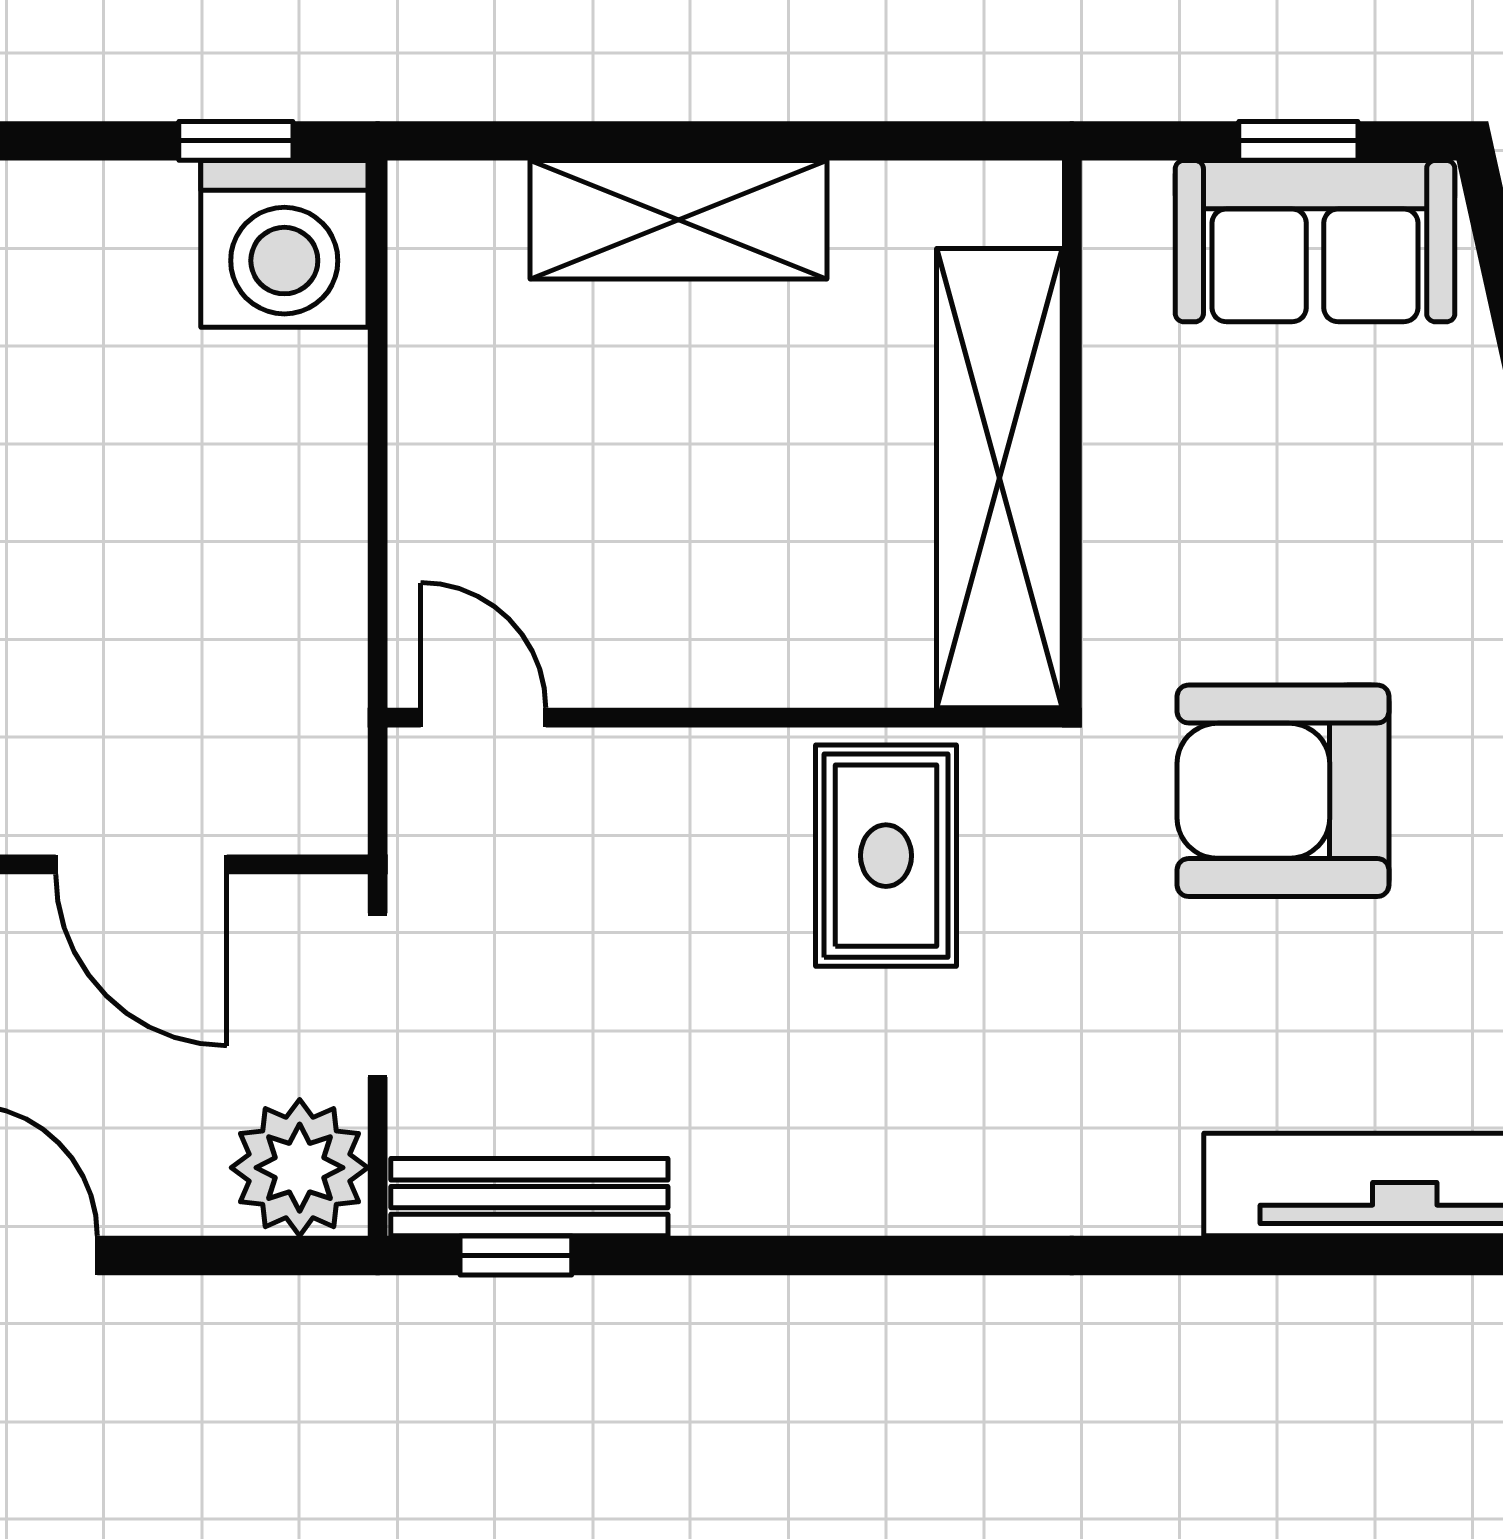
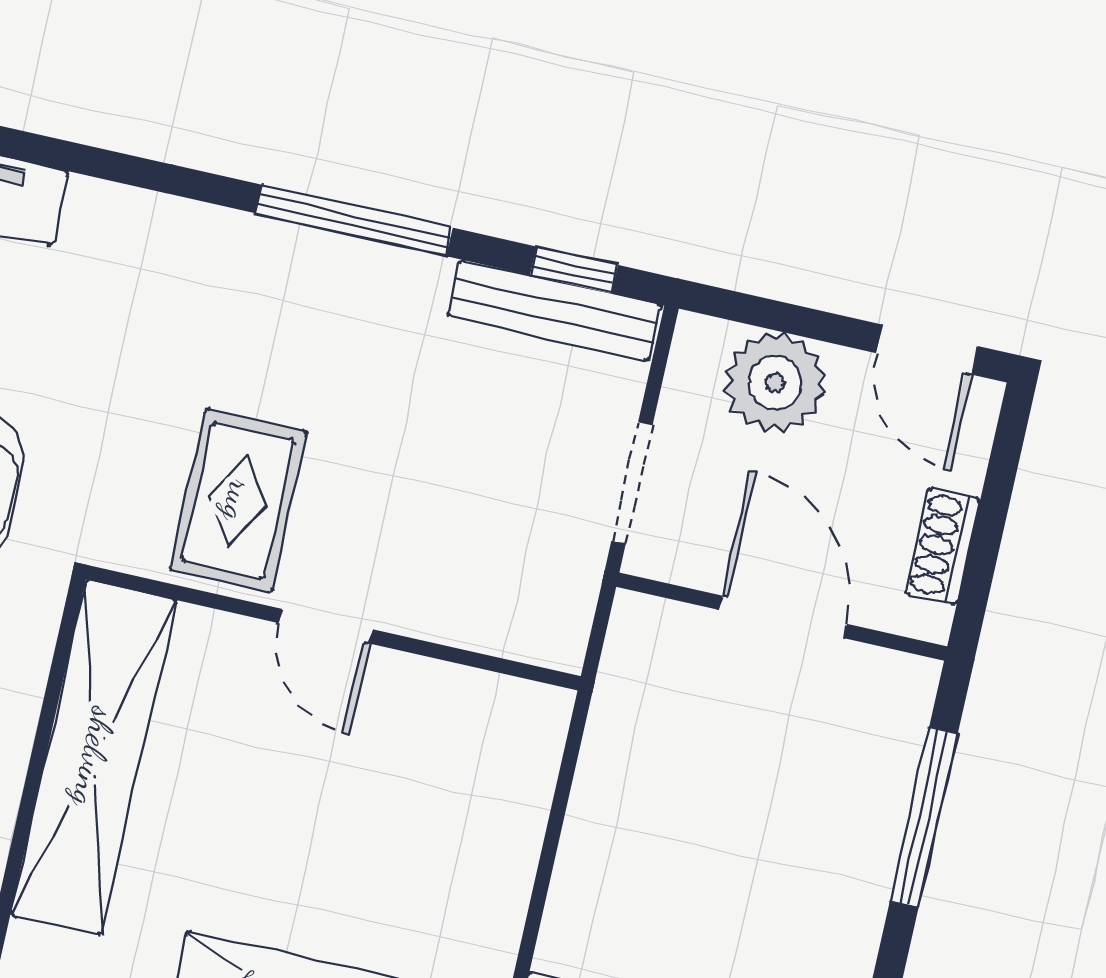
door: (483, 718) -> (326, 626), moved
plant: (300, 1168) -> (775, 383), moved
window: (818, 1255) -> (354, 220), added

